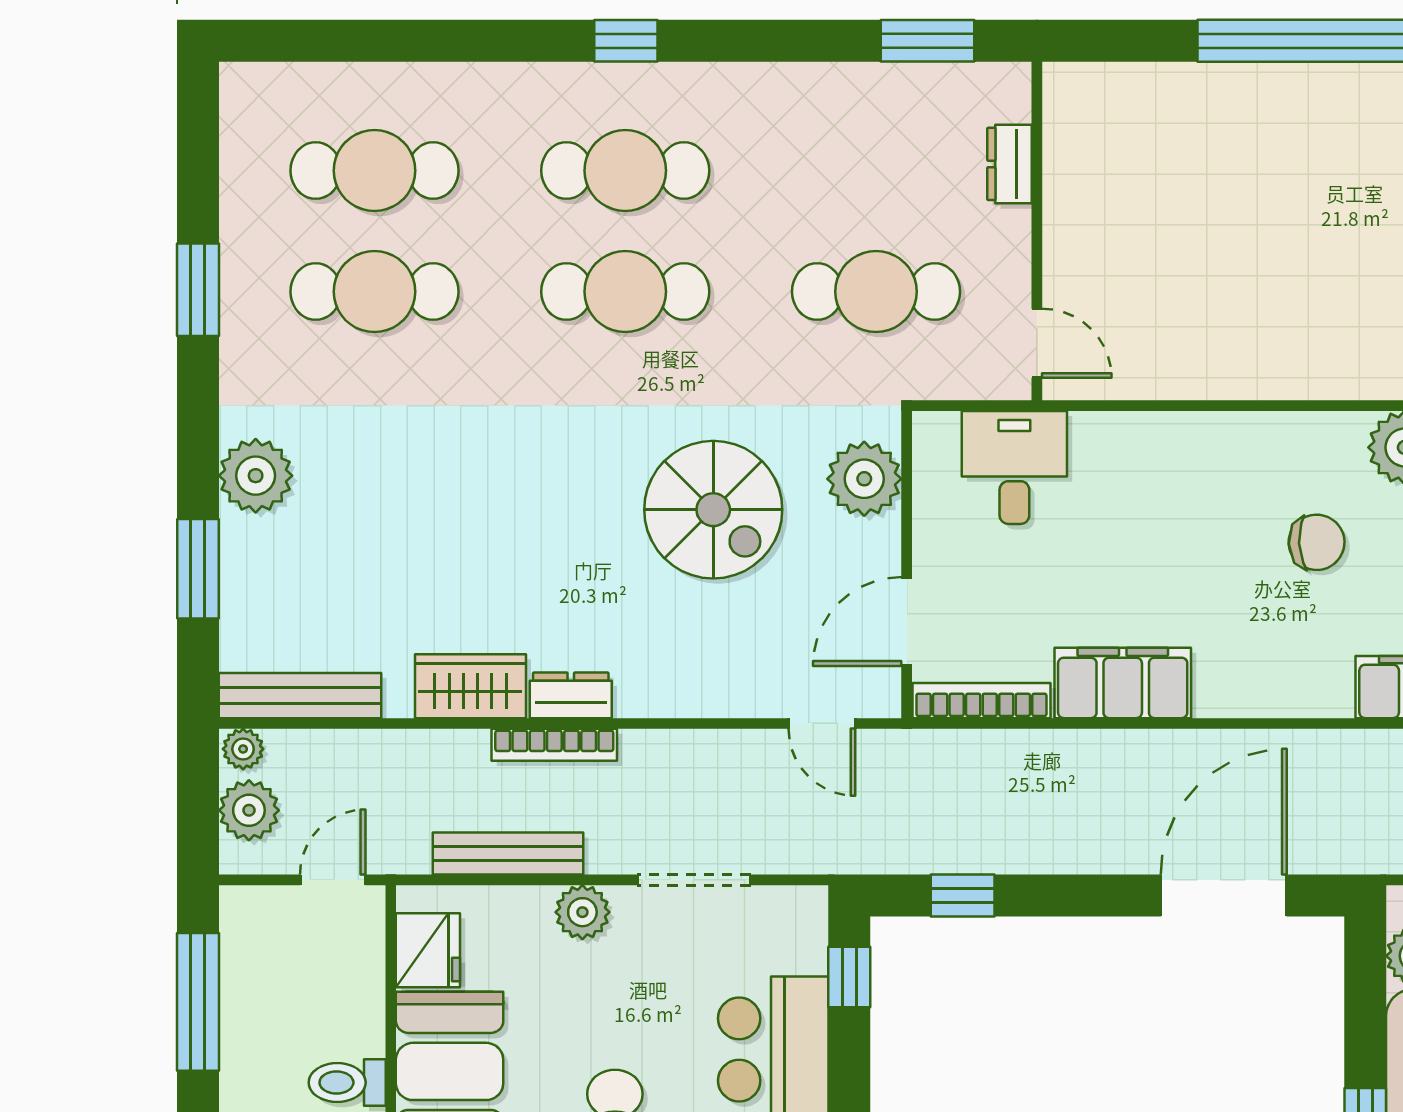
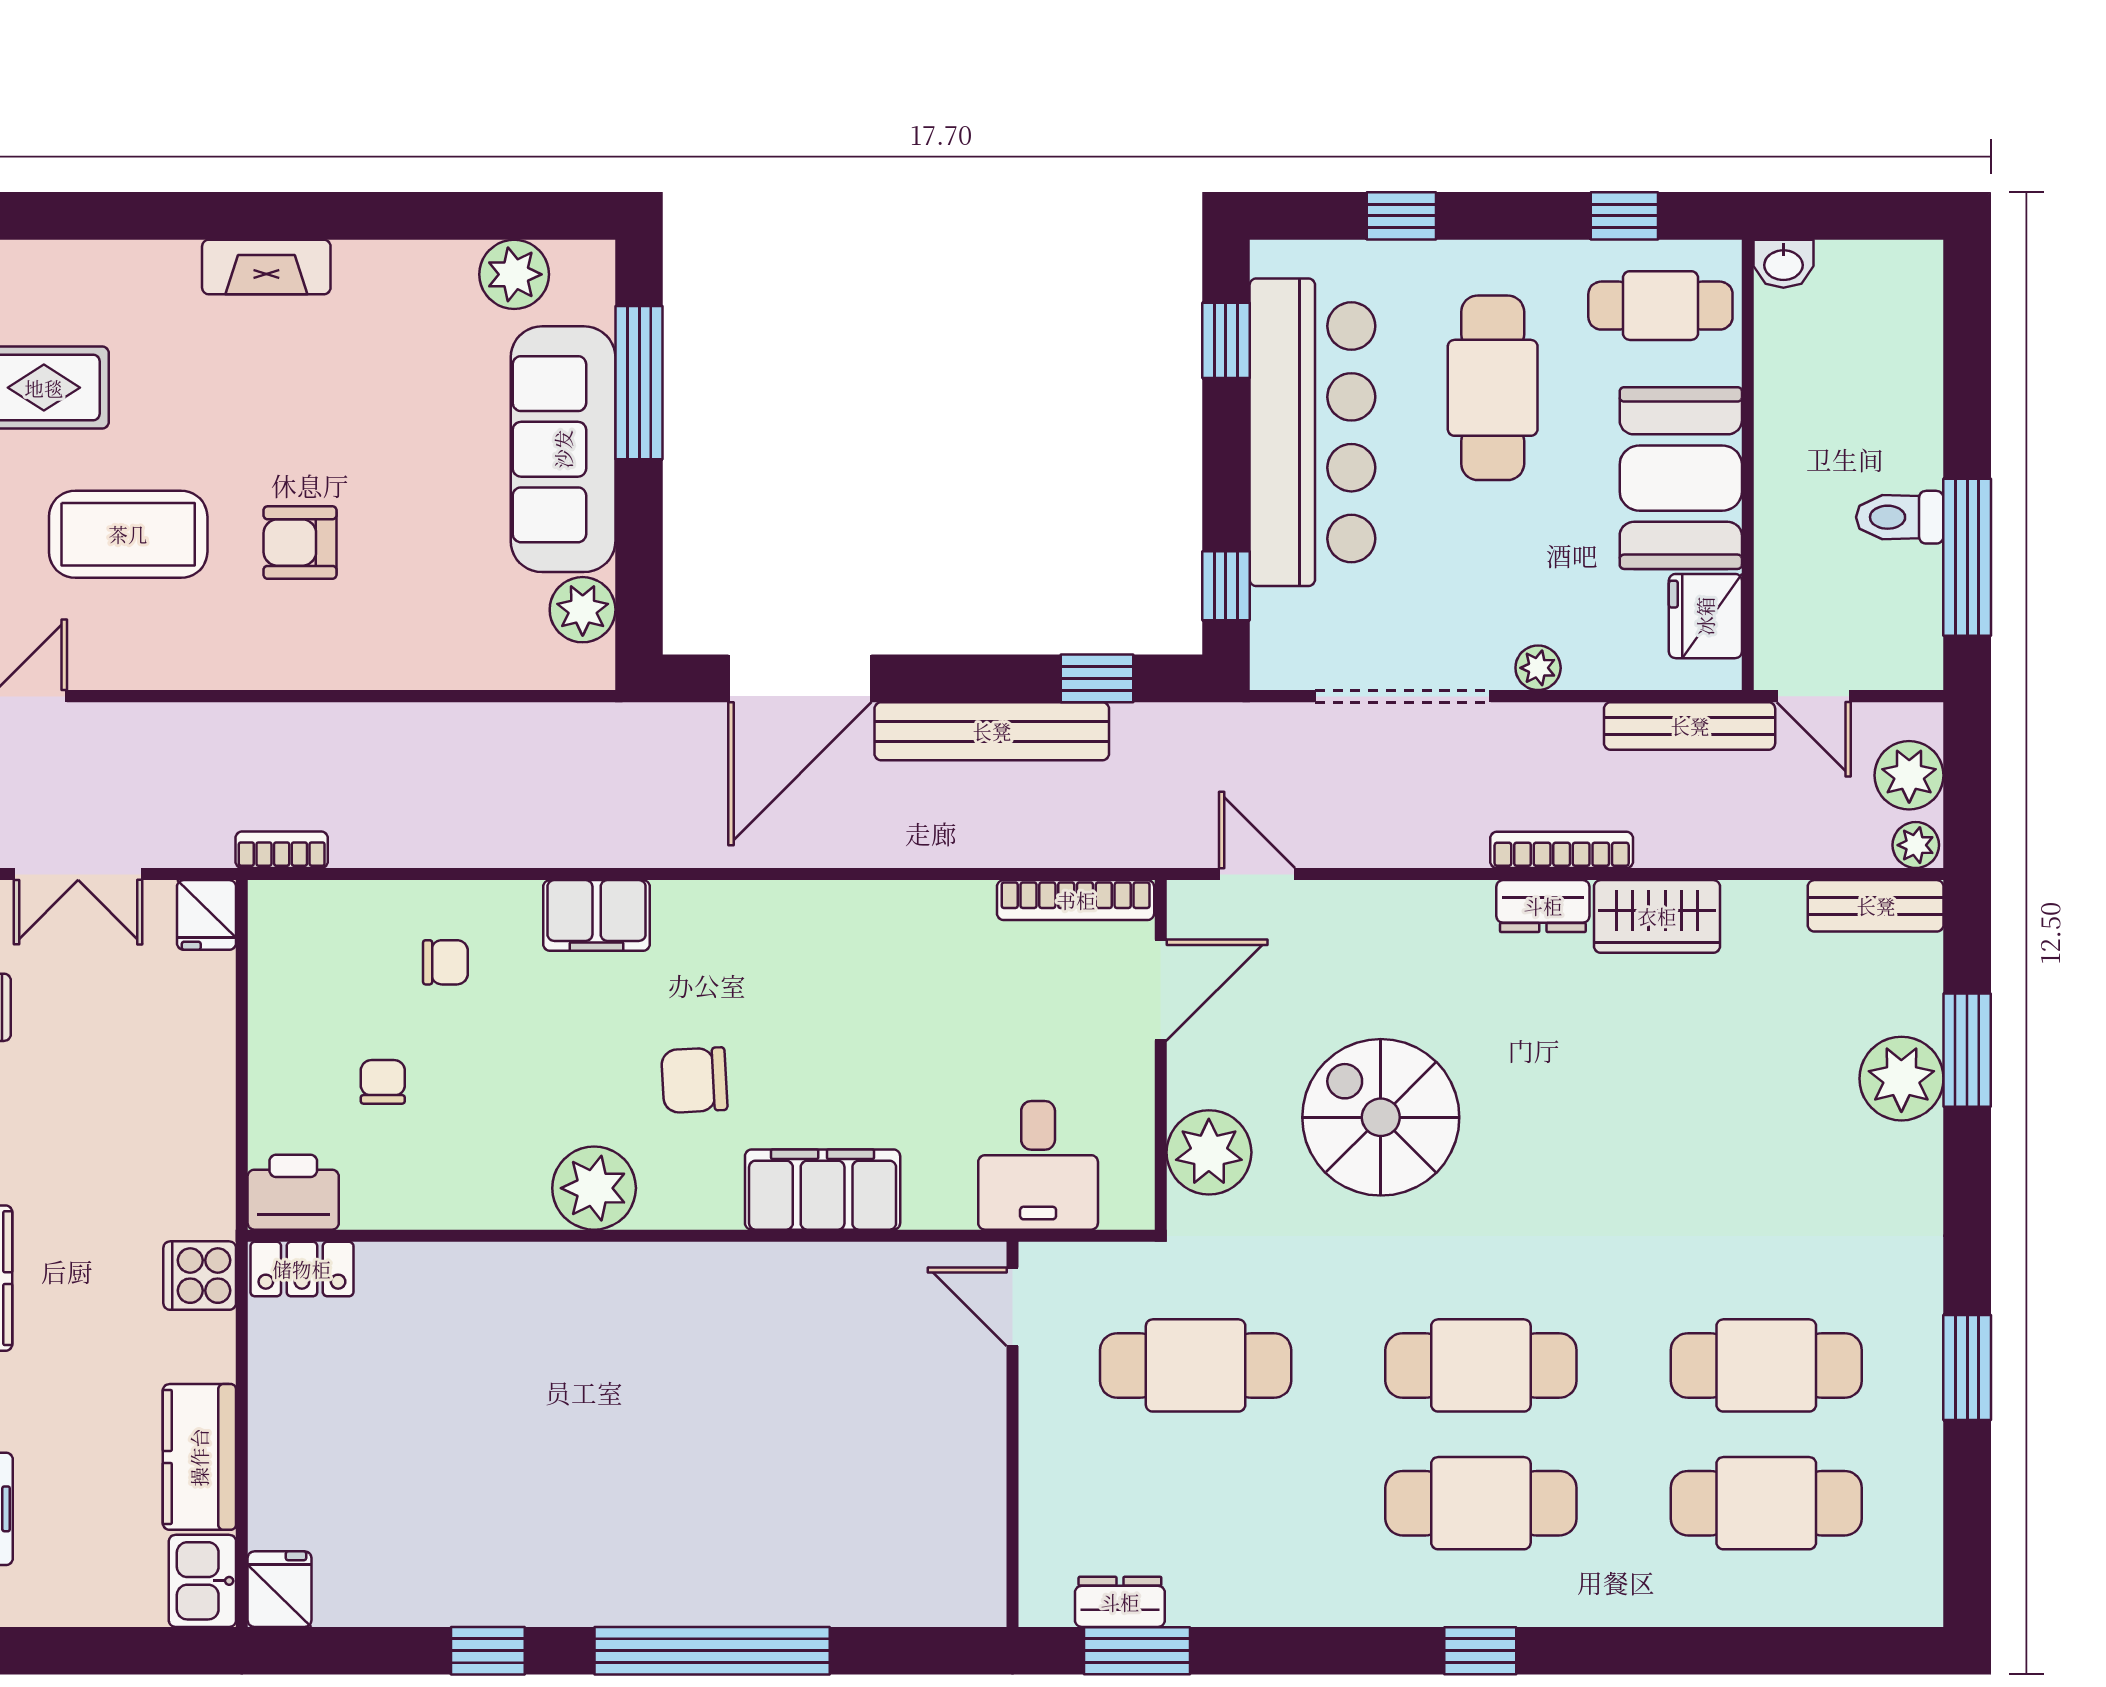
dresser: (1010, 164) -> (1120, 1602), moved, turned -90
plant: (256, 476) -> (1901, 1079), moved
filing cabinet: (1123, 683) -> (823, 1190), moved, turned 180
bench: (300, 696) -> (1876, 906), width x0.73
bench: (1055, 849) -> (992, 731), added
bench: (508, 854) -> (1690, 726), moved
door: (333, 880) -> (1814, 696), hinge flipped
doorway: (694, 880) -> (1403, 696), width x1.36
plant: (582, 912) -> (1538, 668), width x0.73, depth x0.73
toilet: (347, 1083) -> (1900, 517), moved, turned 180

